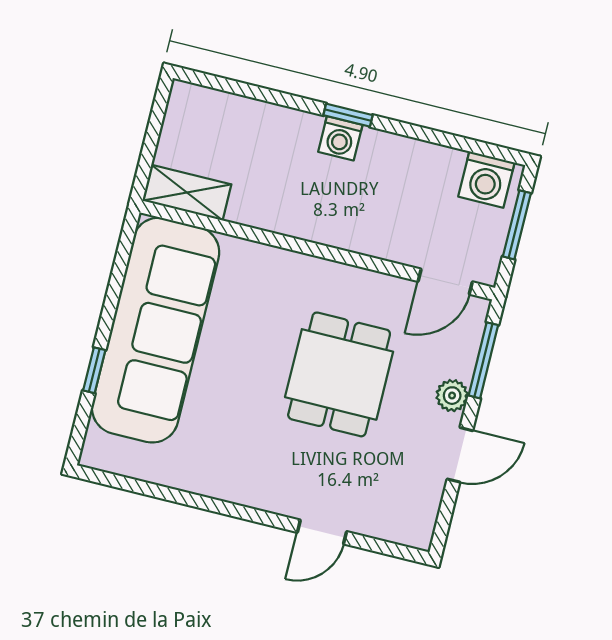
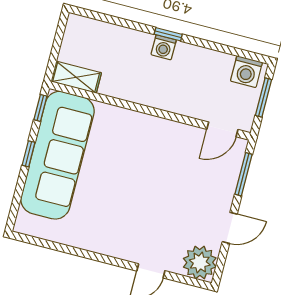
window: (125, 247) -> (40, 108), added
window: (94, 370) -> (29, 154), moved
dining table: (339, 374) -> (162, 181), removed
plant: (452, 396) -> (200, 263), moved, width x1.88, depth x1.88

